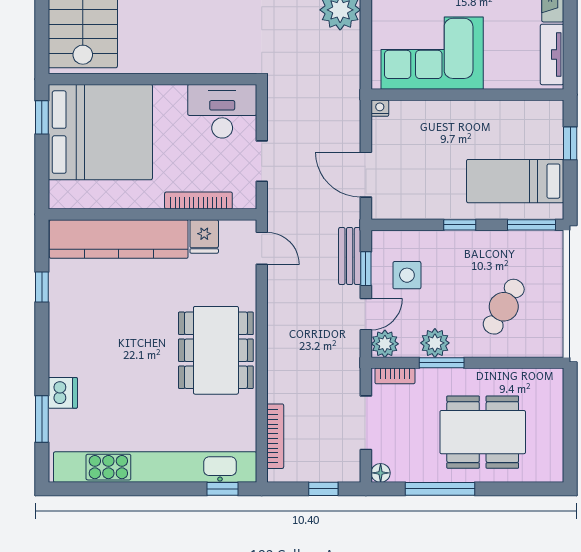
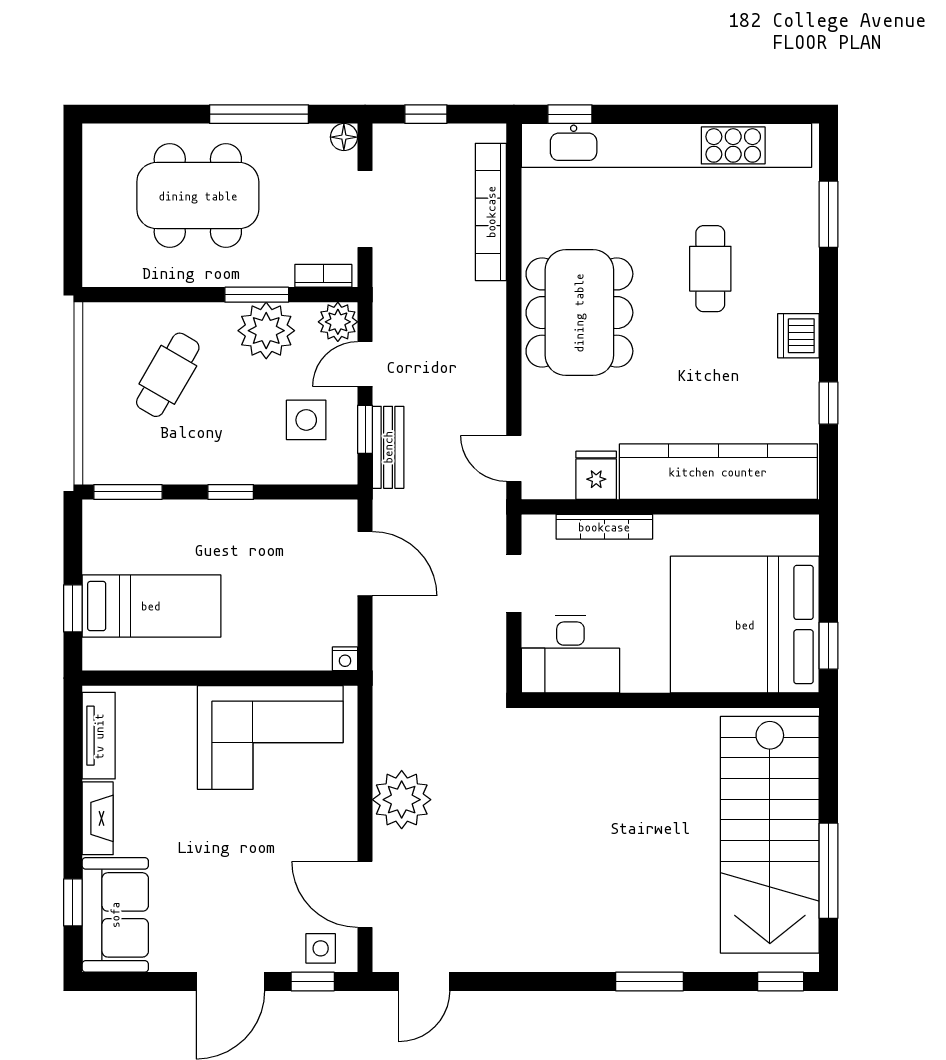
bed: (515, 181) -> (151, 606), moved
plant: (435, 343) -> (266, 331), width x1.36, depth x1.36
cafe table: (124, 381) -> (710, 269), added
dishwasher: (63, 393) -> (798, 336), moved
bookcase: (275, 436) -> (491, 212), width x1.48, depth x1.31

